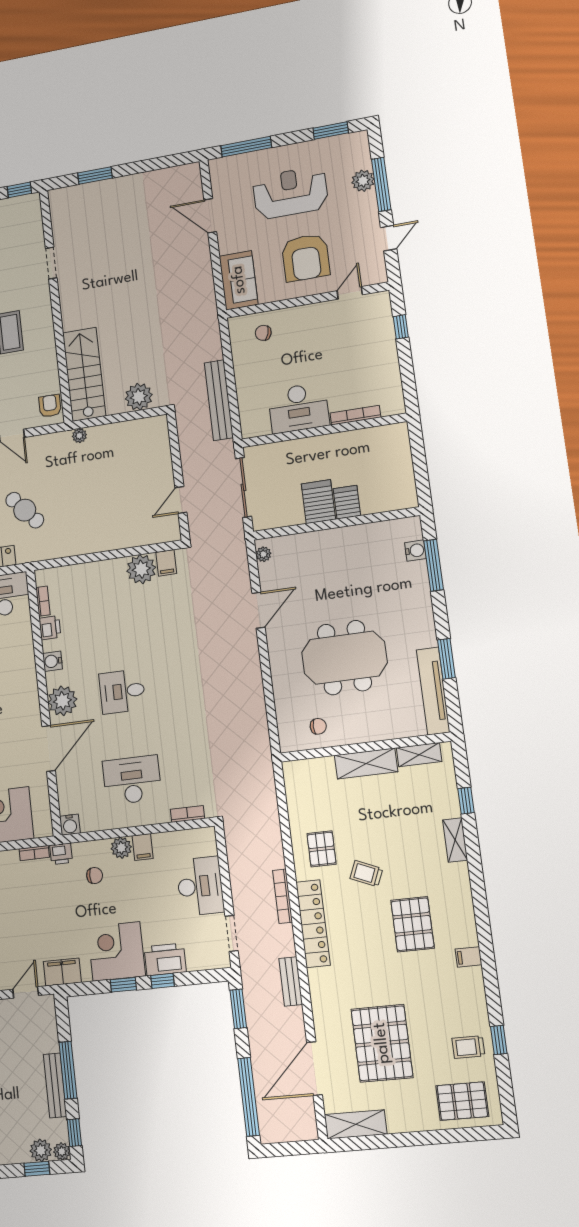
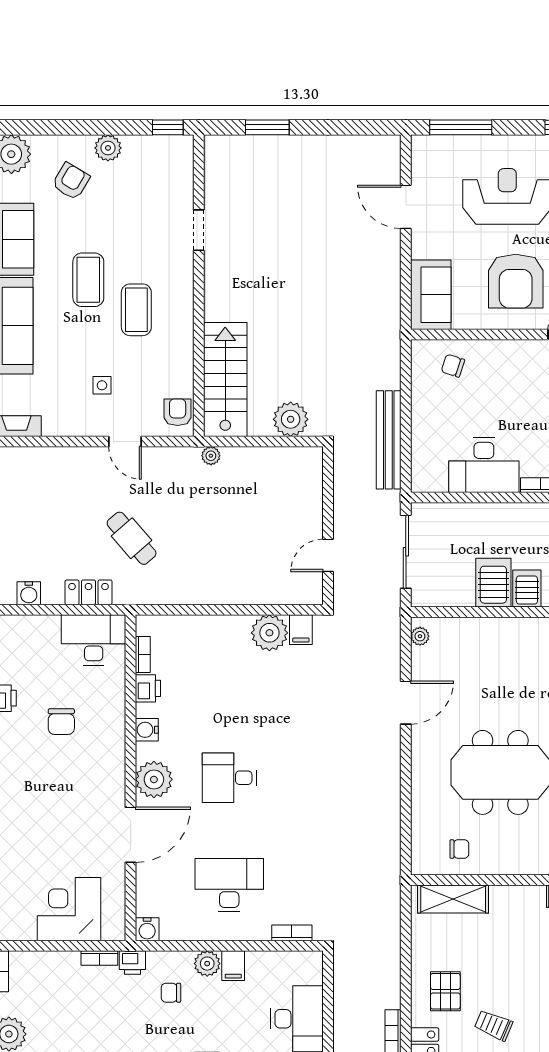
shelving: (366, 764) -> (453, 899), moved
chair: (95, 876) -> (171, 993), turned 180

